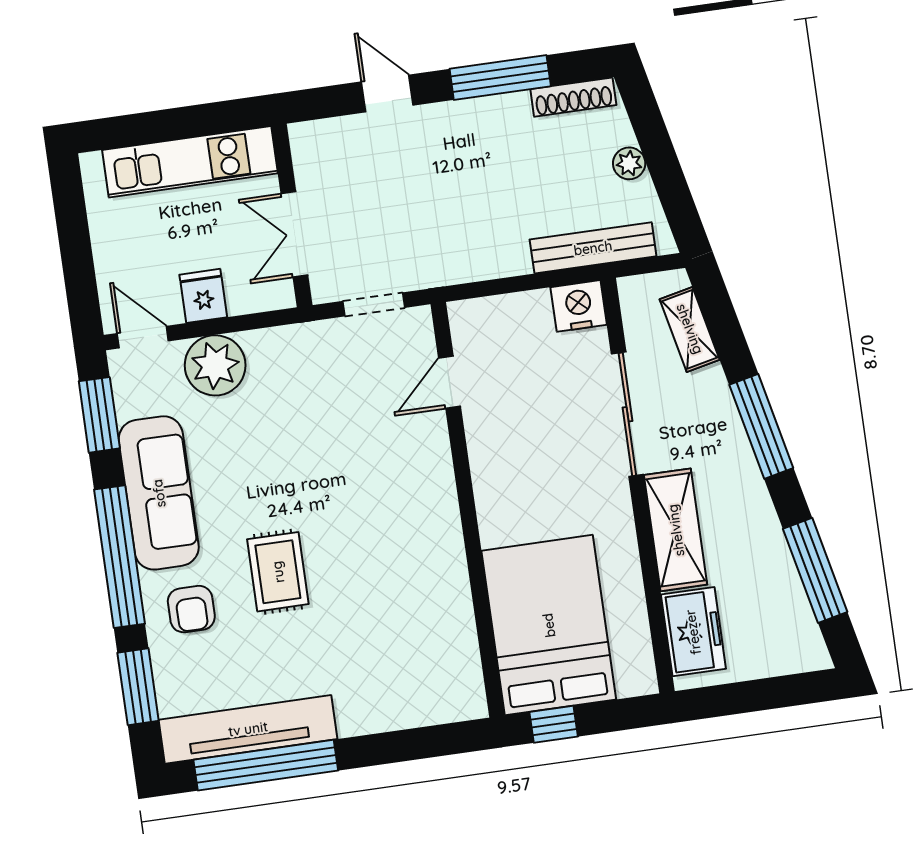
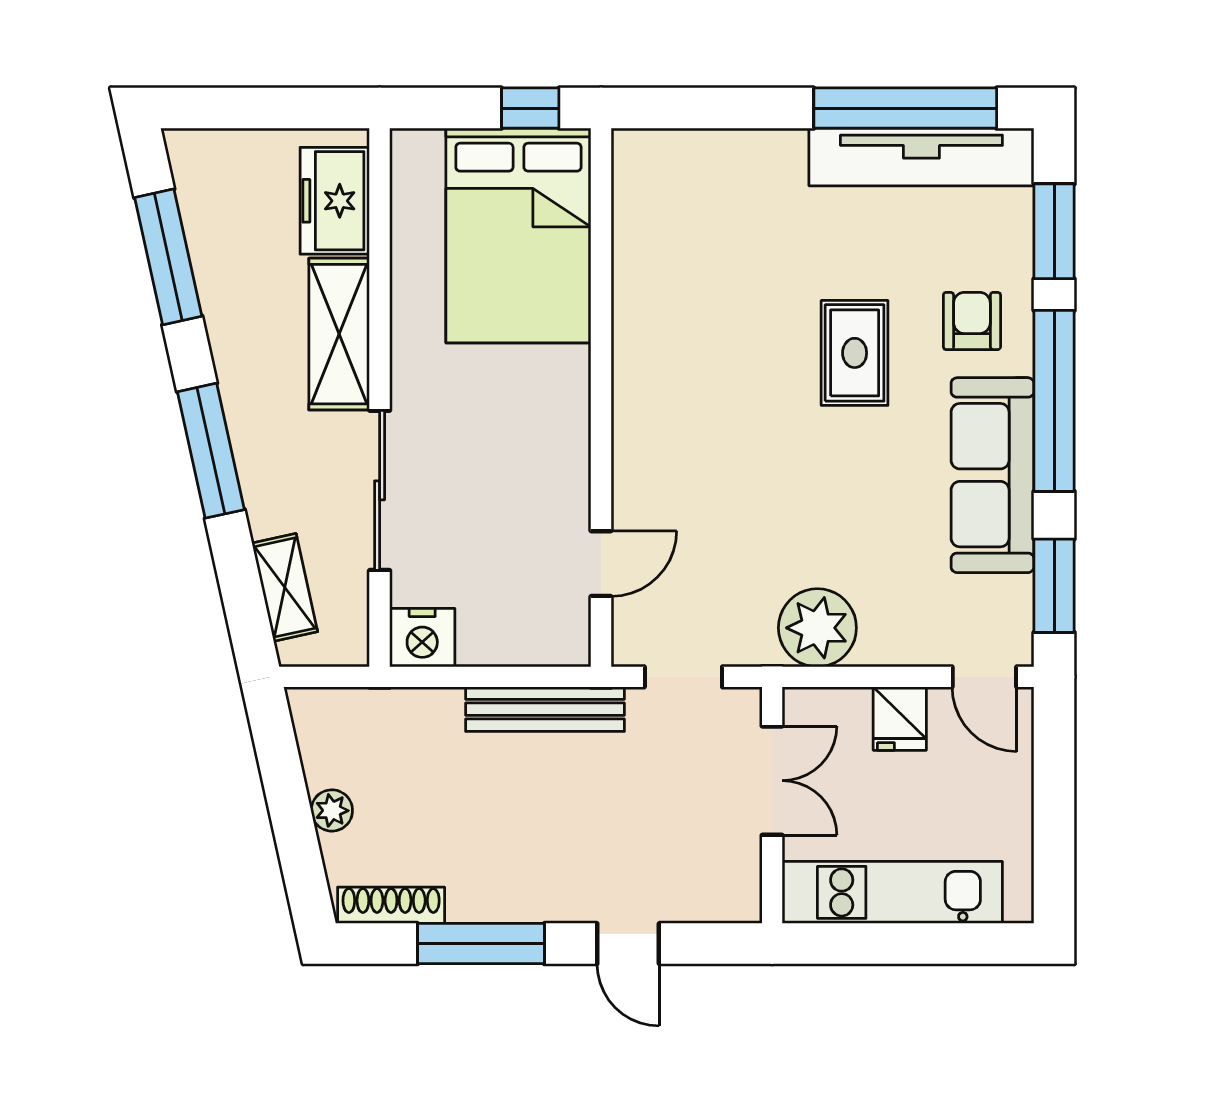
bench: (593, 248) -> (545, 709), moved
plant: (215, 365) -> (817, 628), moved

